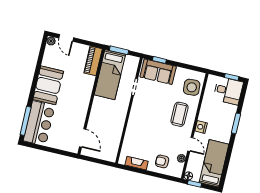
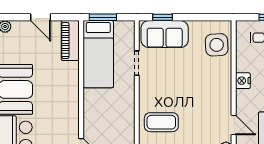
door: (66, 38) -> (41, 17), moved
coffee table: (179, 114) -> (161, 122), moved, turned 90
nightstand: (201, 127) -> (243, 81), moved

